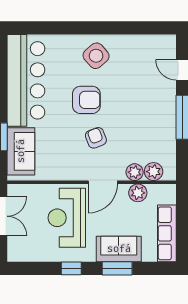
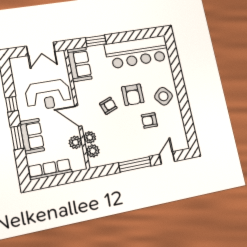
armchair: (127, 84) -> (149, 120), added
sofa: (21, 151) -> (79, 64), moved, turned -90
reception desk: (67, 218) -> (48, 95), turned 180

